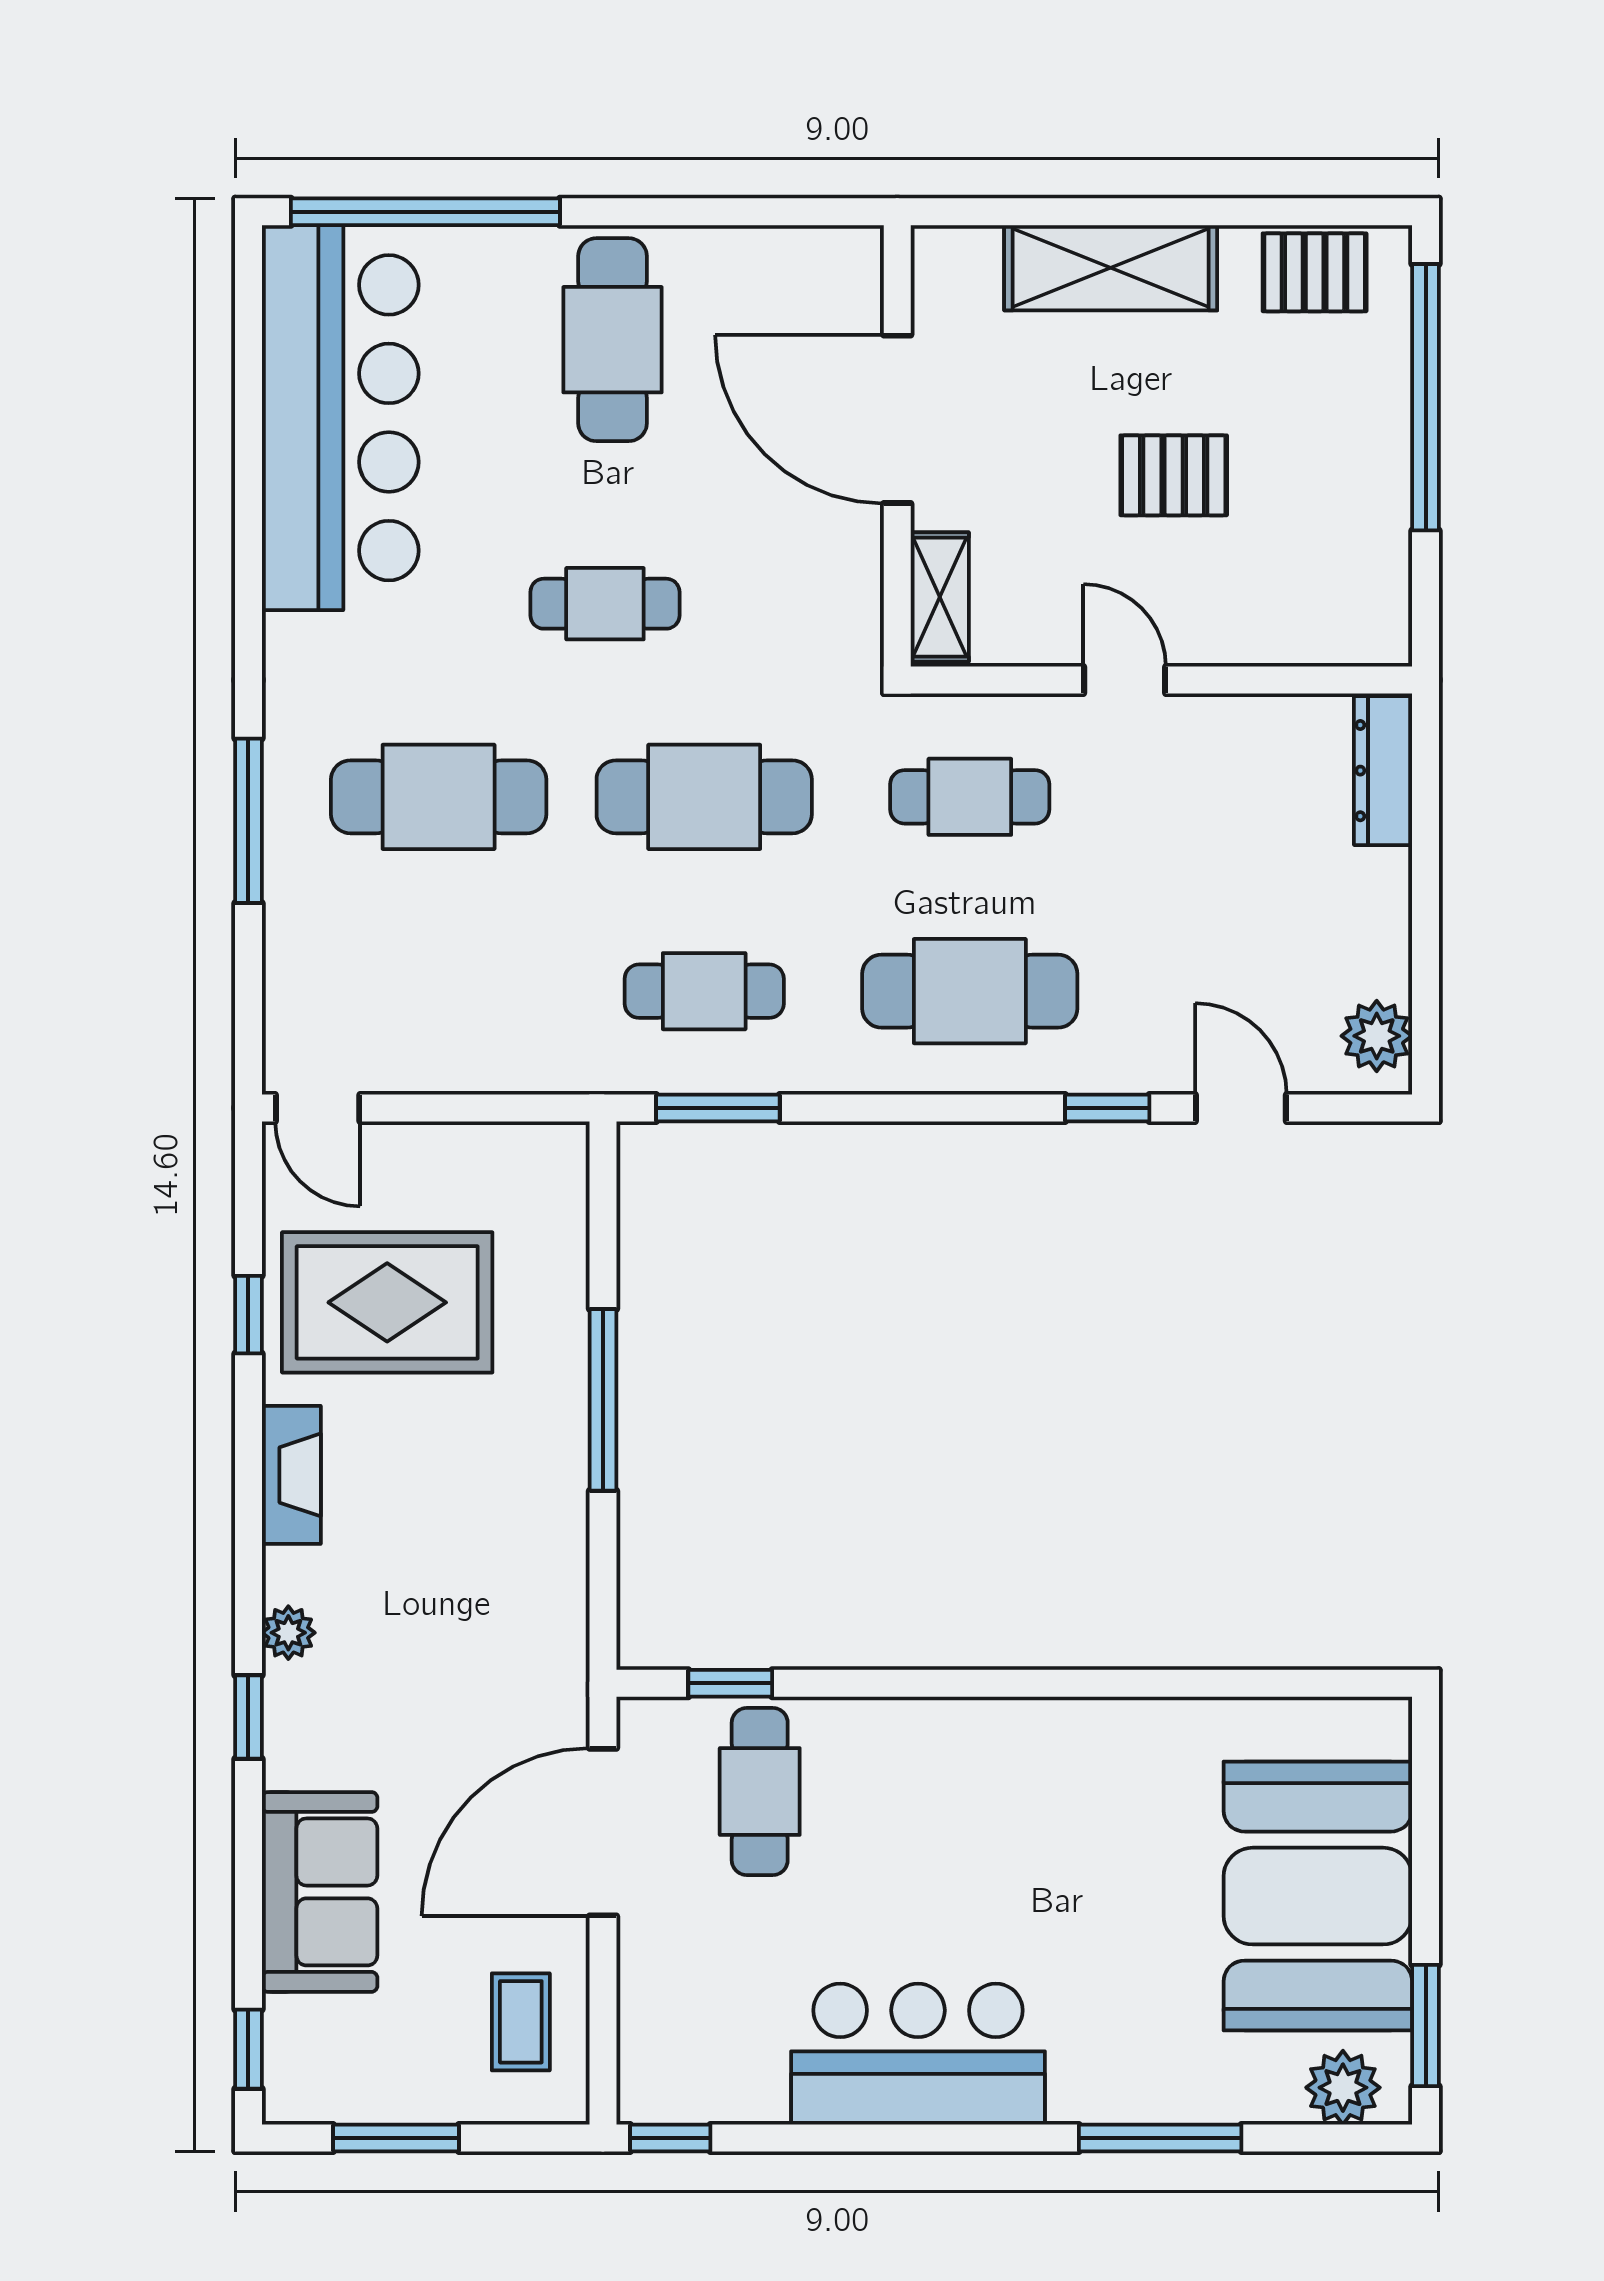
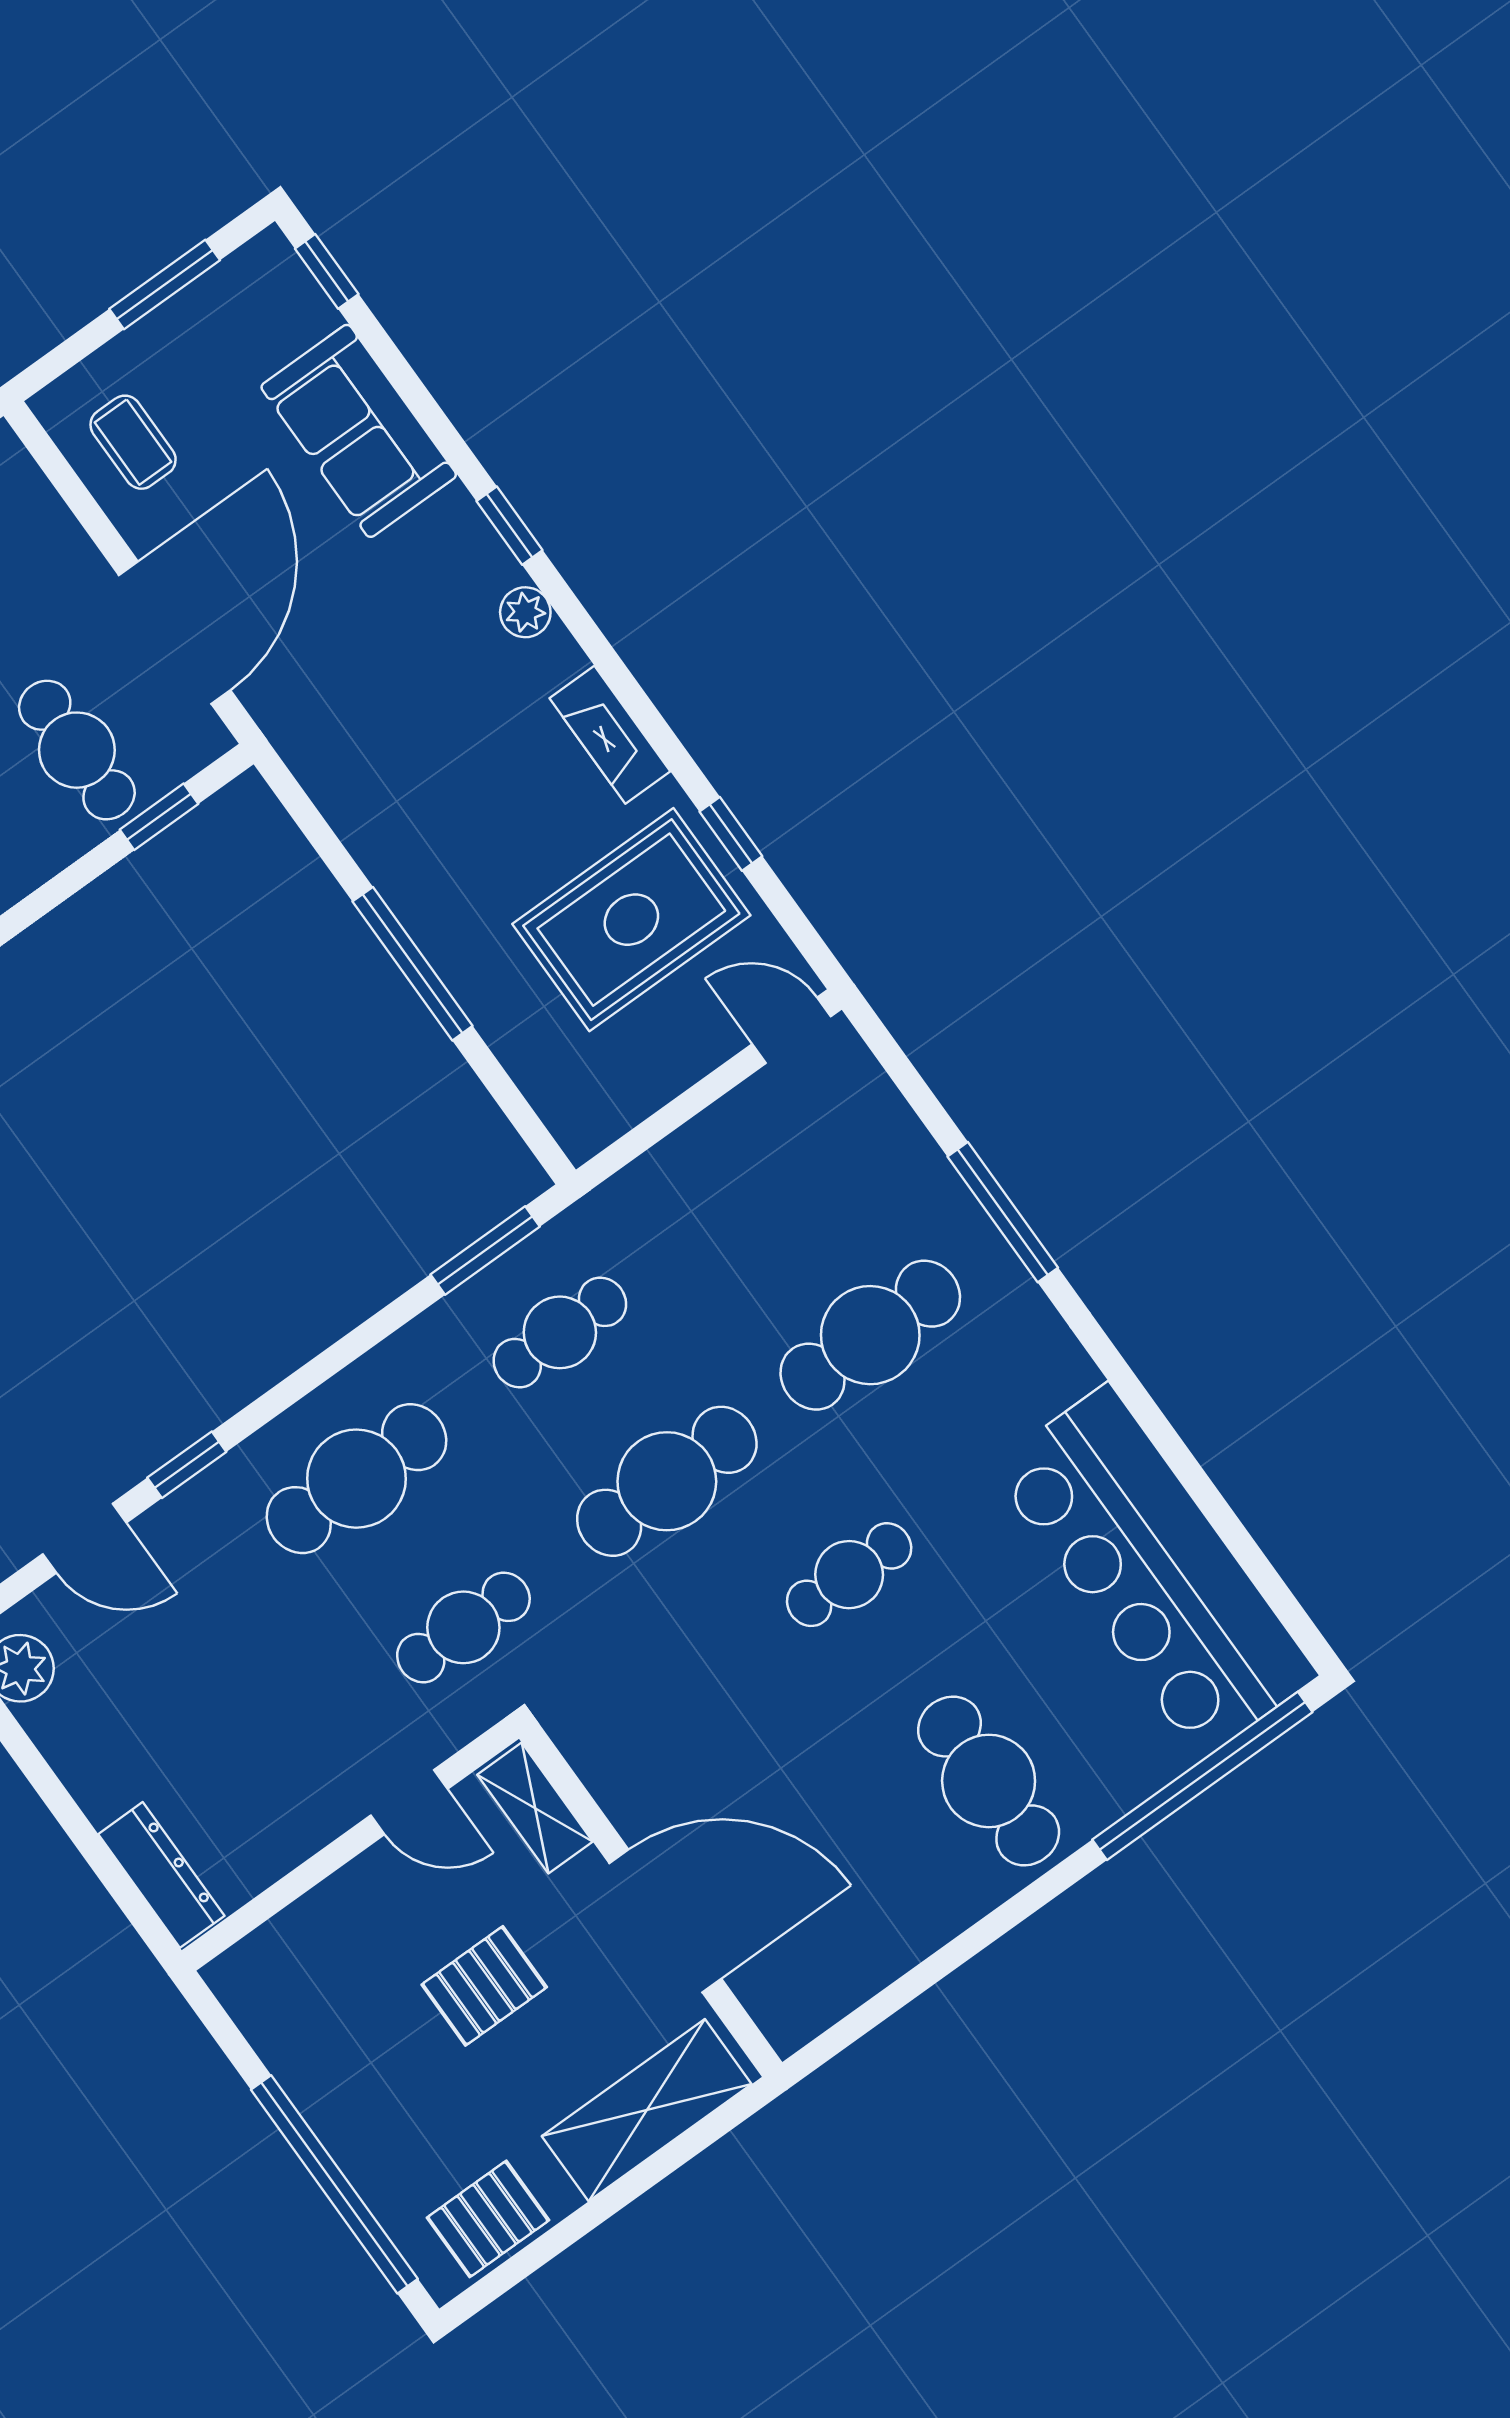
door: (897, 419) -> (665, 1921), moved
wall: (897, 446) -> (651, 1900), moved
shelving: (940, 597) -> (535, 1808), moved

